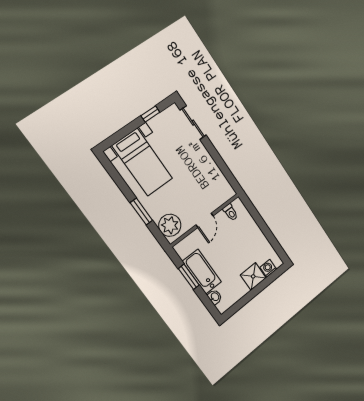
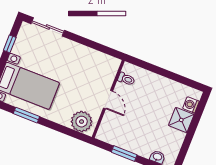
window: (141, 212) -> (26, 115), moved
bathtub: (202, 272) -> (133, 143), removed

